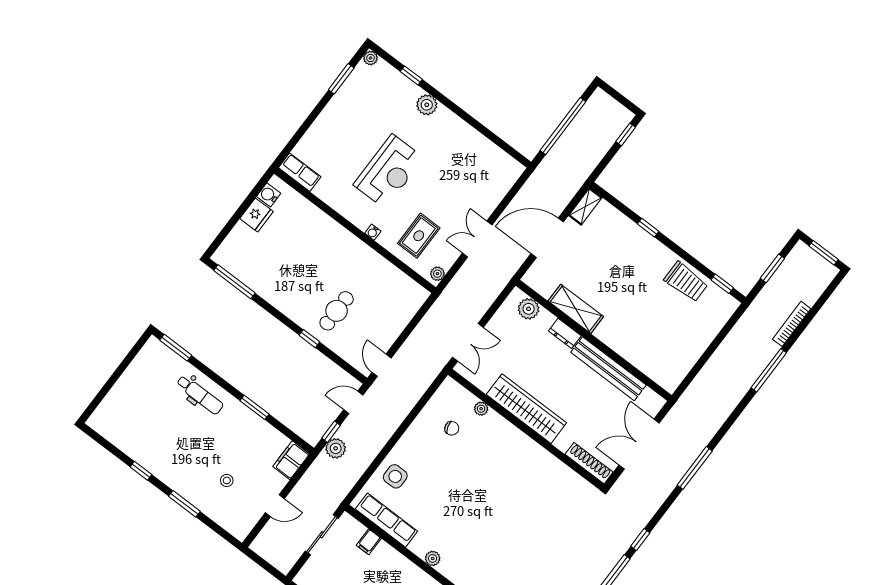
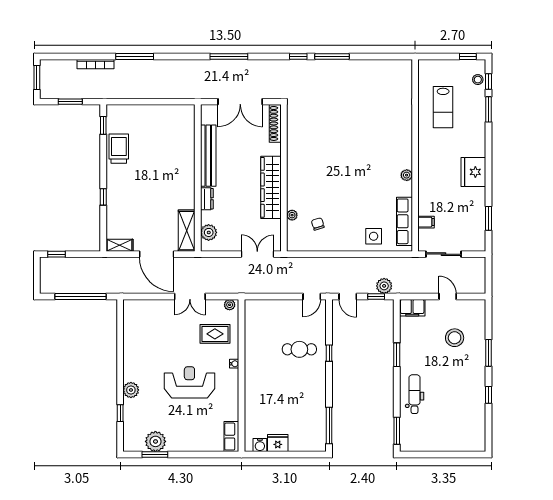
plant: (370, 58) -> (155, 441), moved, width x1.87, depth x1.87
shelving: (576, 309) -> (187, 231), moved
stool: (227, 480) -> (455, 338), width x1.89, depth x1.89

